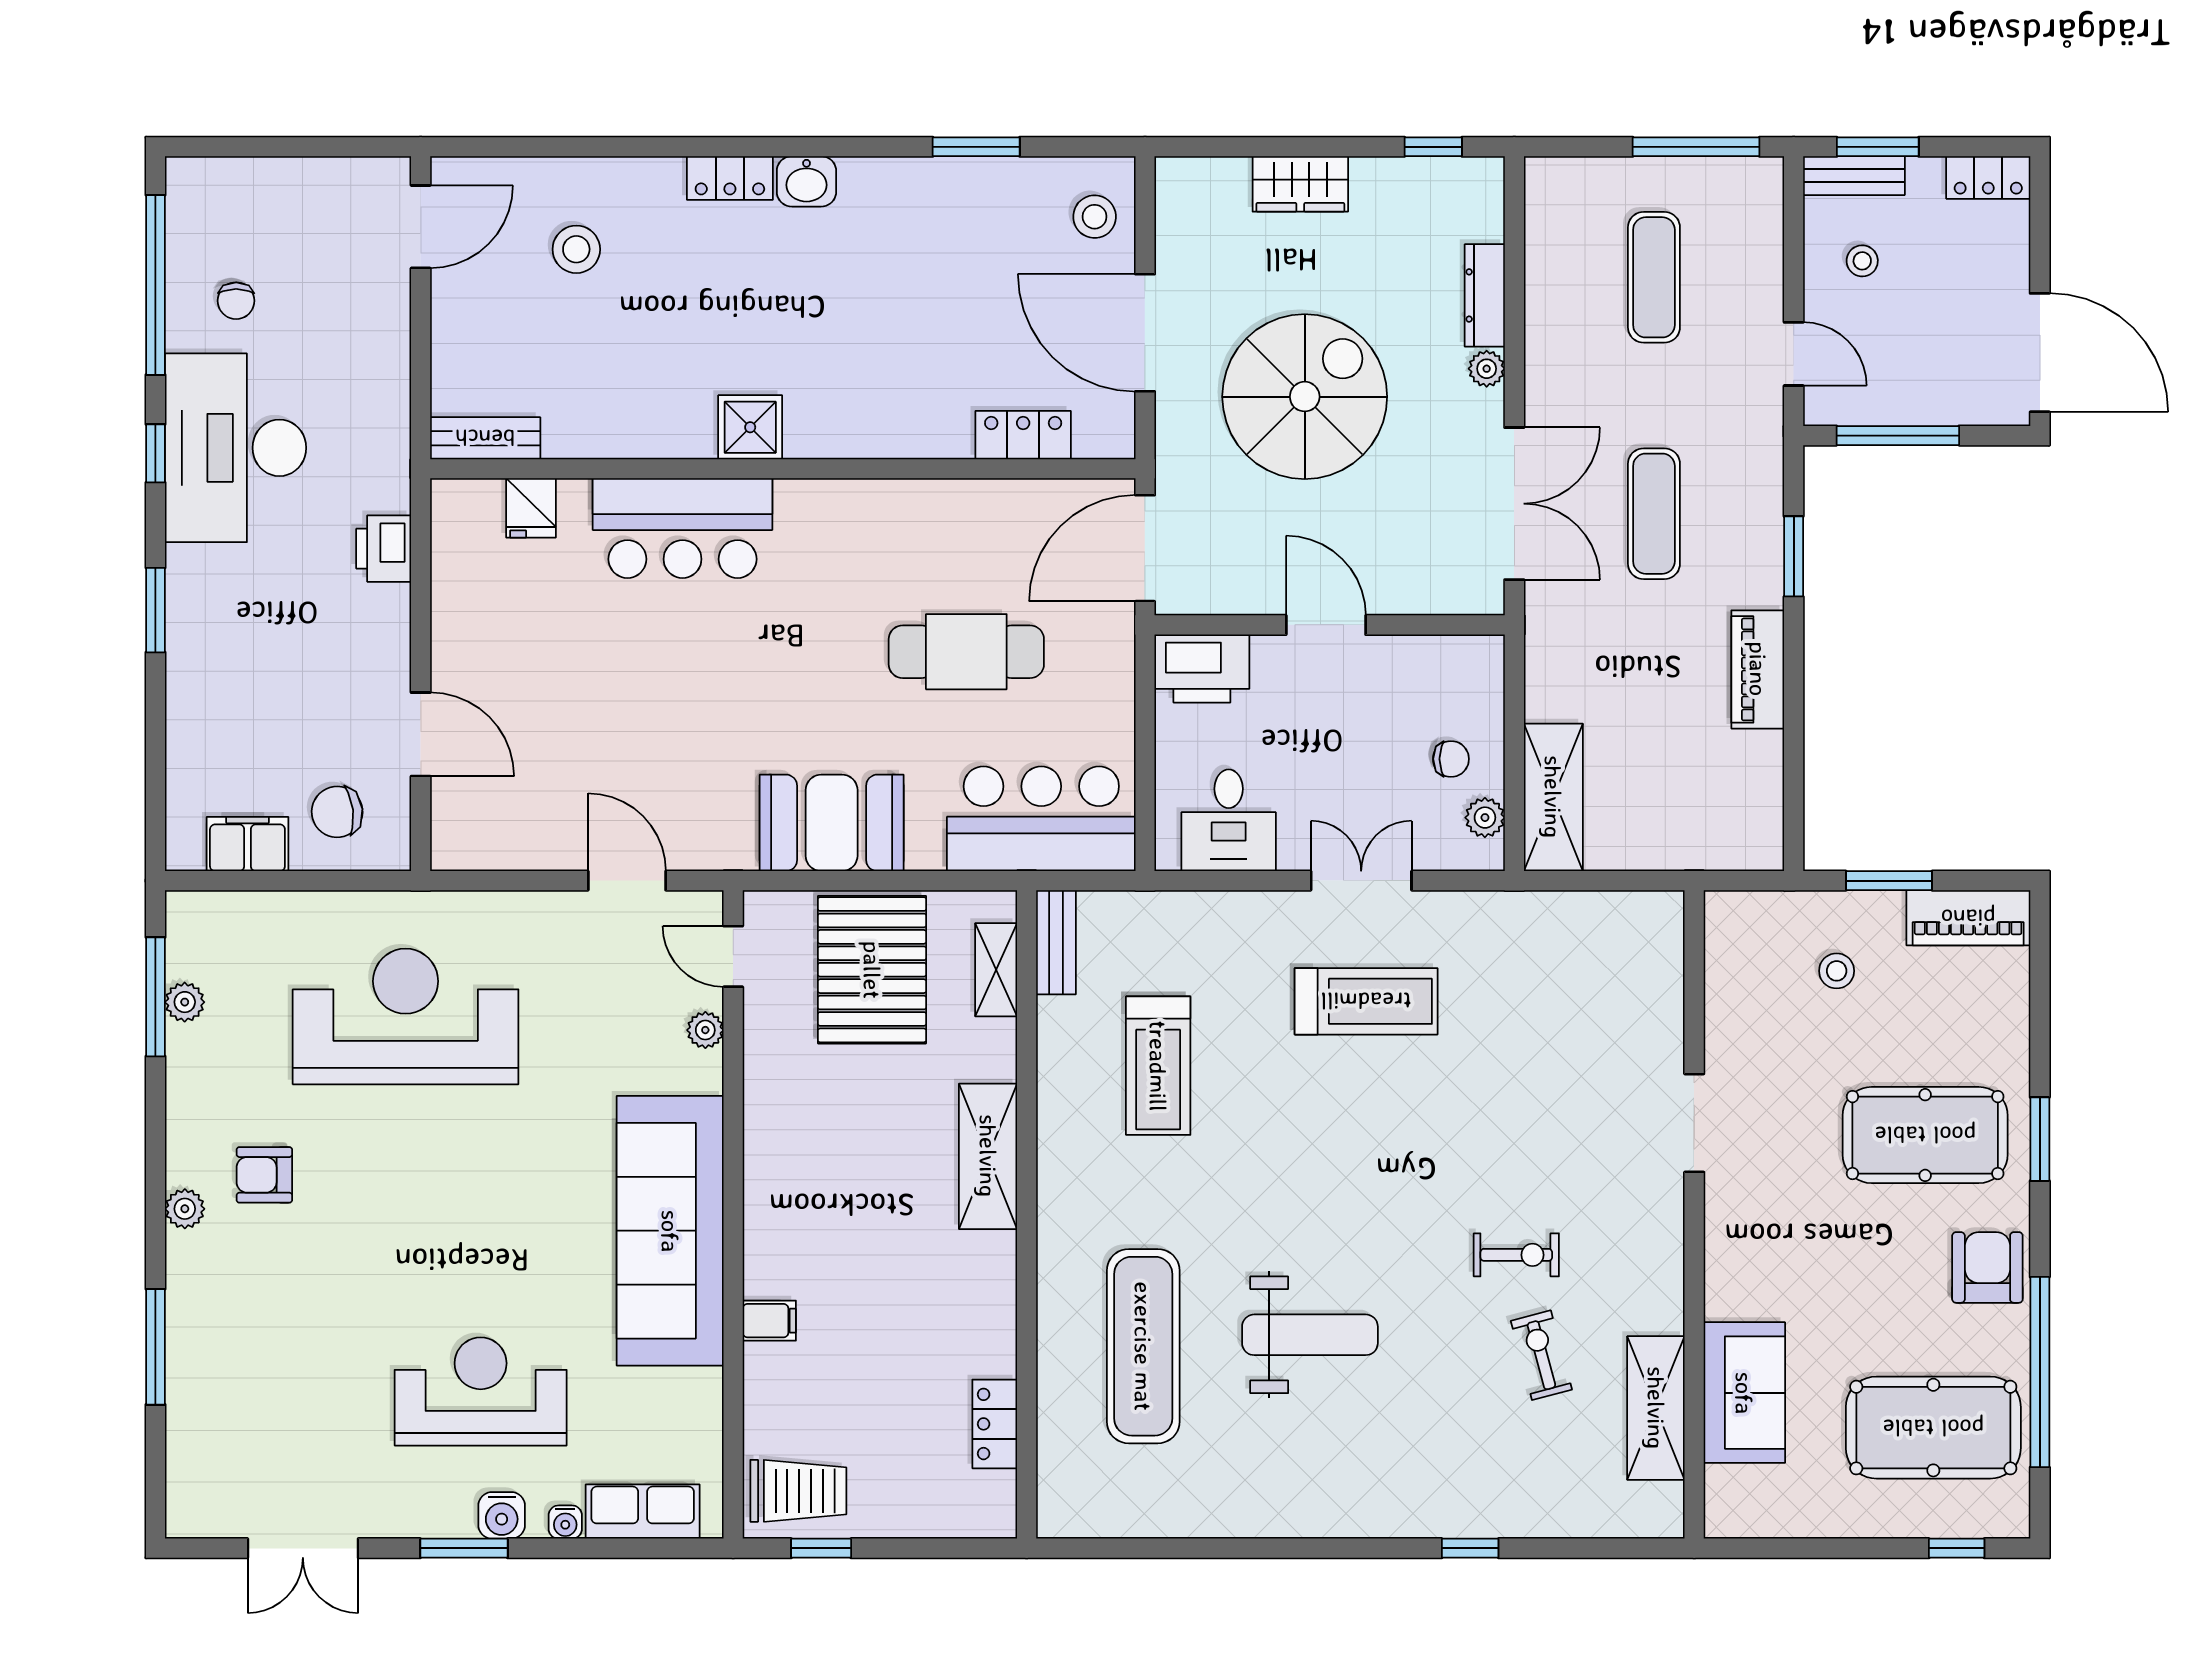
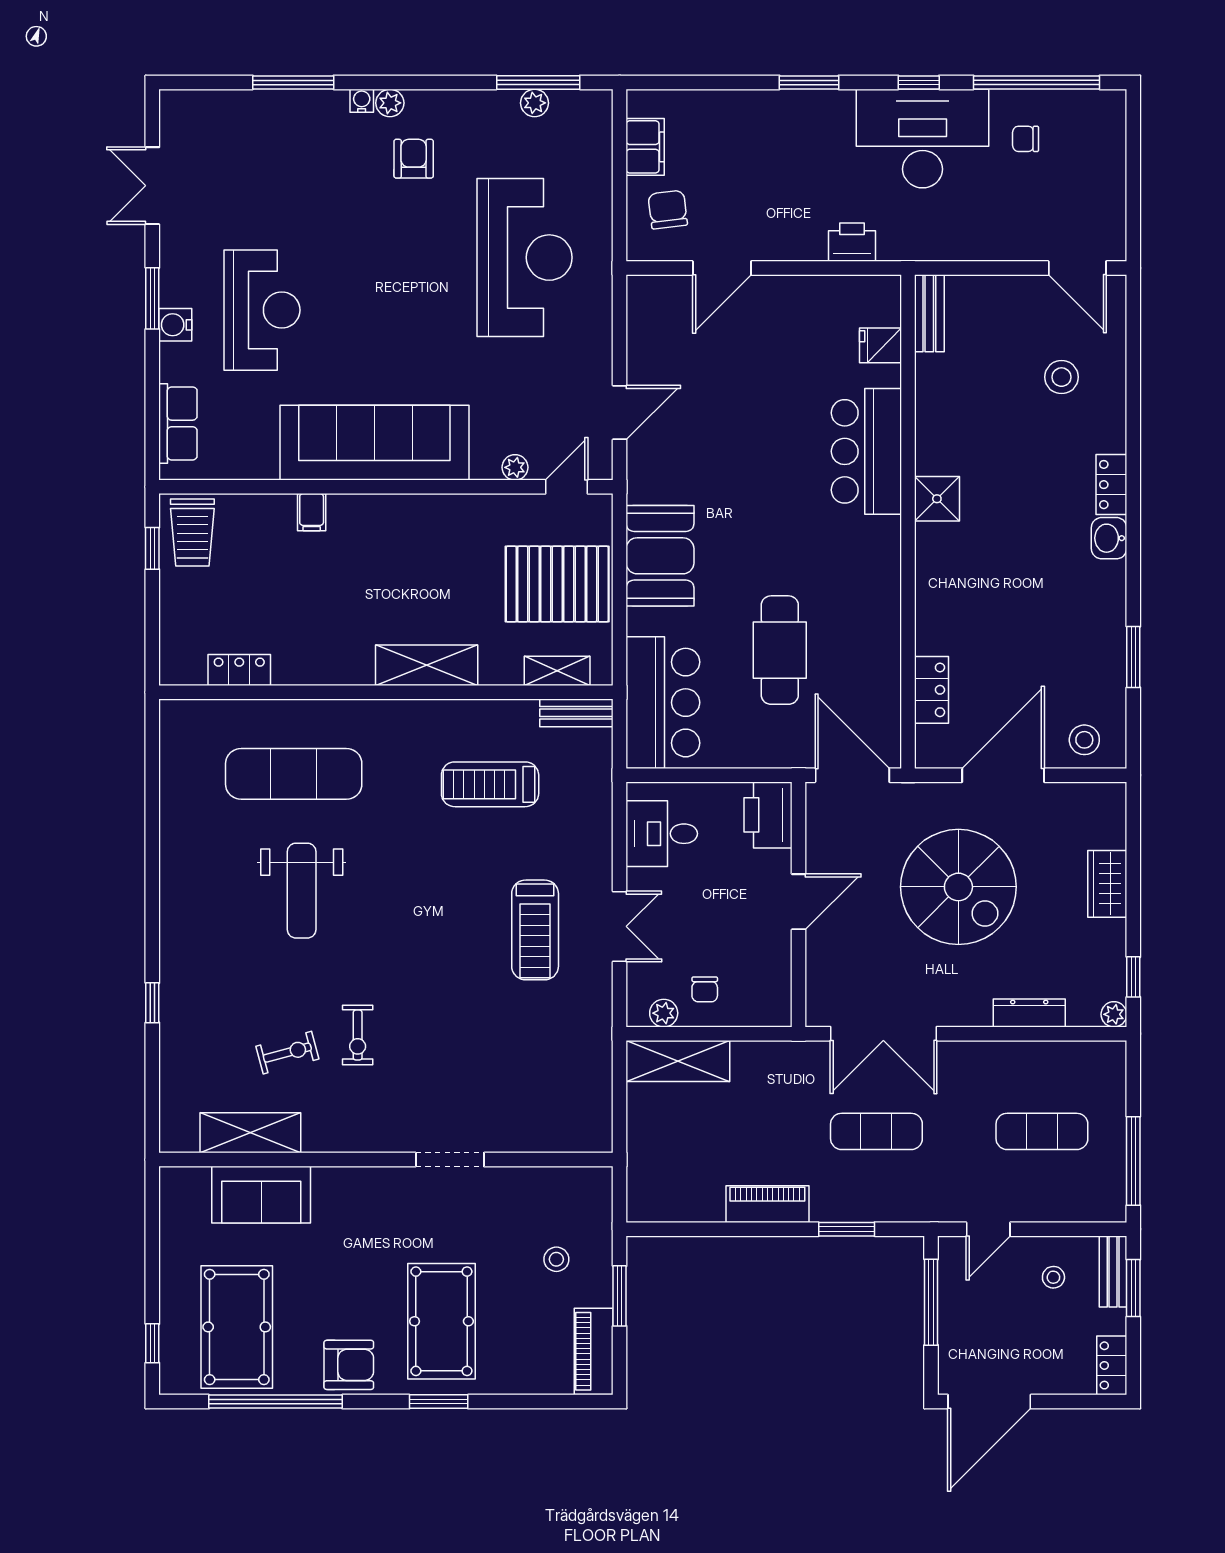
plant: (1487, 369) -> (1114, 1014), moved
water cooler: (565, 1522) -> (362, 101), moved, turned 90

